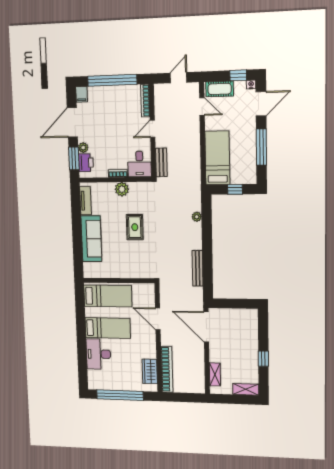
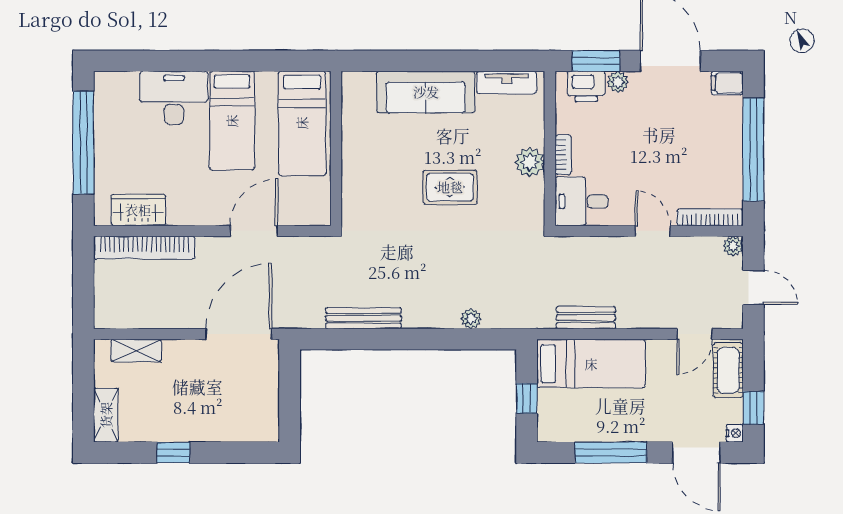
plant: (159, 89) -> (733, 246), added
bench: (161, 162) -> (586, 318), moved

